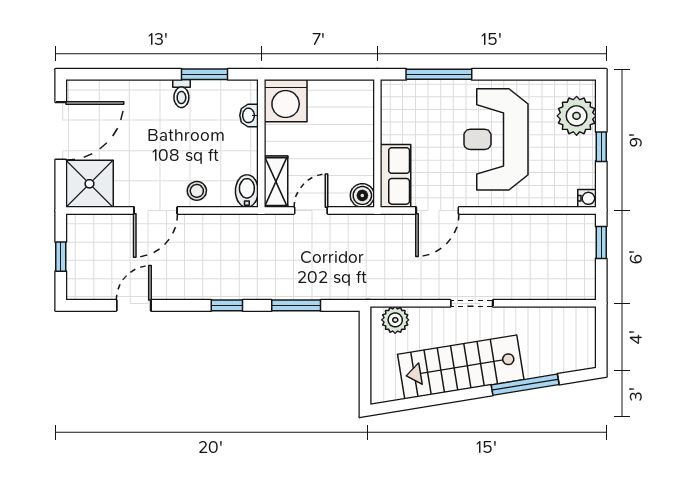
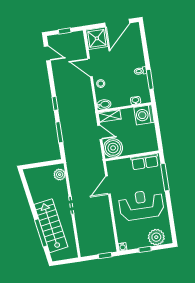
door: (61, 131) -> (117, 23), hinge flipped
row of seats: (395, 176) -> (145, 162), moved
boiler: (362, 195) -> (113, 148), width x1.86, depth x1.86
door: (437, 210) -> (108, 185), hinge flipped
door: (134, 305) -> (47, 53), moved
stairs: (461, 367) -> (51, 226), moved

